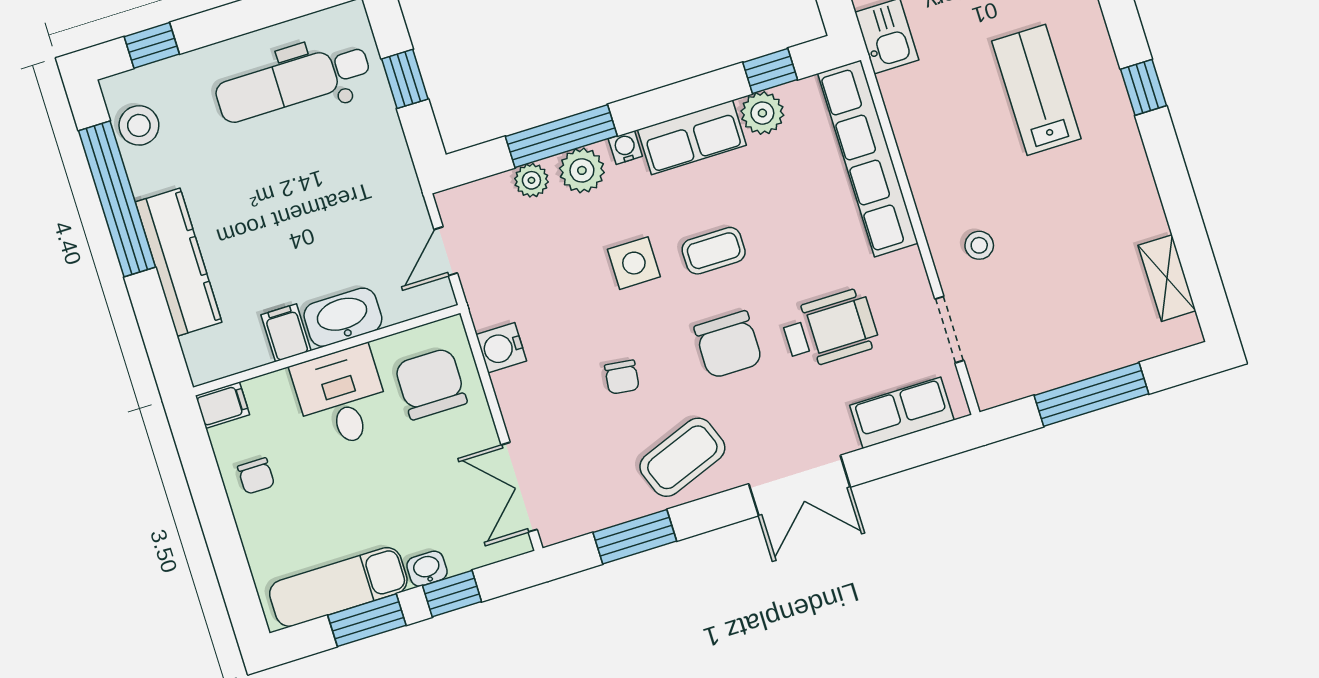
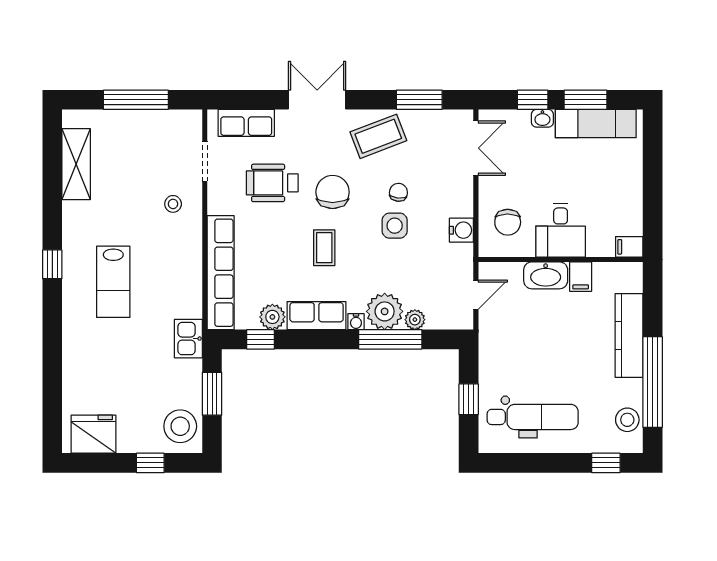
plant: (582, 170) -> (385, 311), width x1.36, depth x1.36
coffee table: (714, 251) -> (324, 248), turned 90
side table: (634, 263) -> (395, 226), moved
shelving: (1167, 278) -> (76, 164), width x1.50, depth x1.33
chair: (431, 384) -> (508, 222), width x0.73, depth x0.73
chair: (256, 476) -> (623, 201), removed

